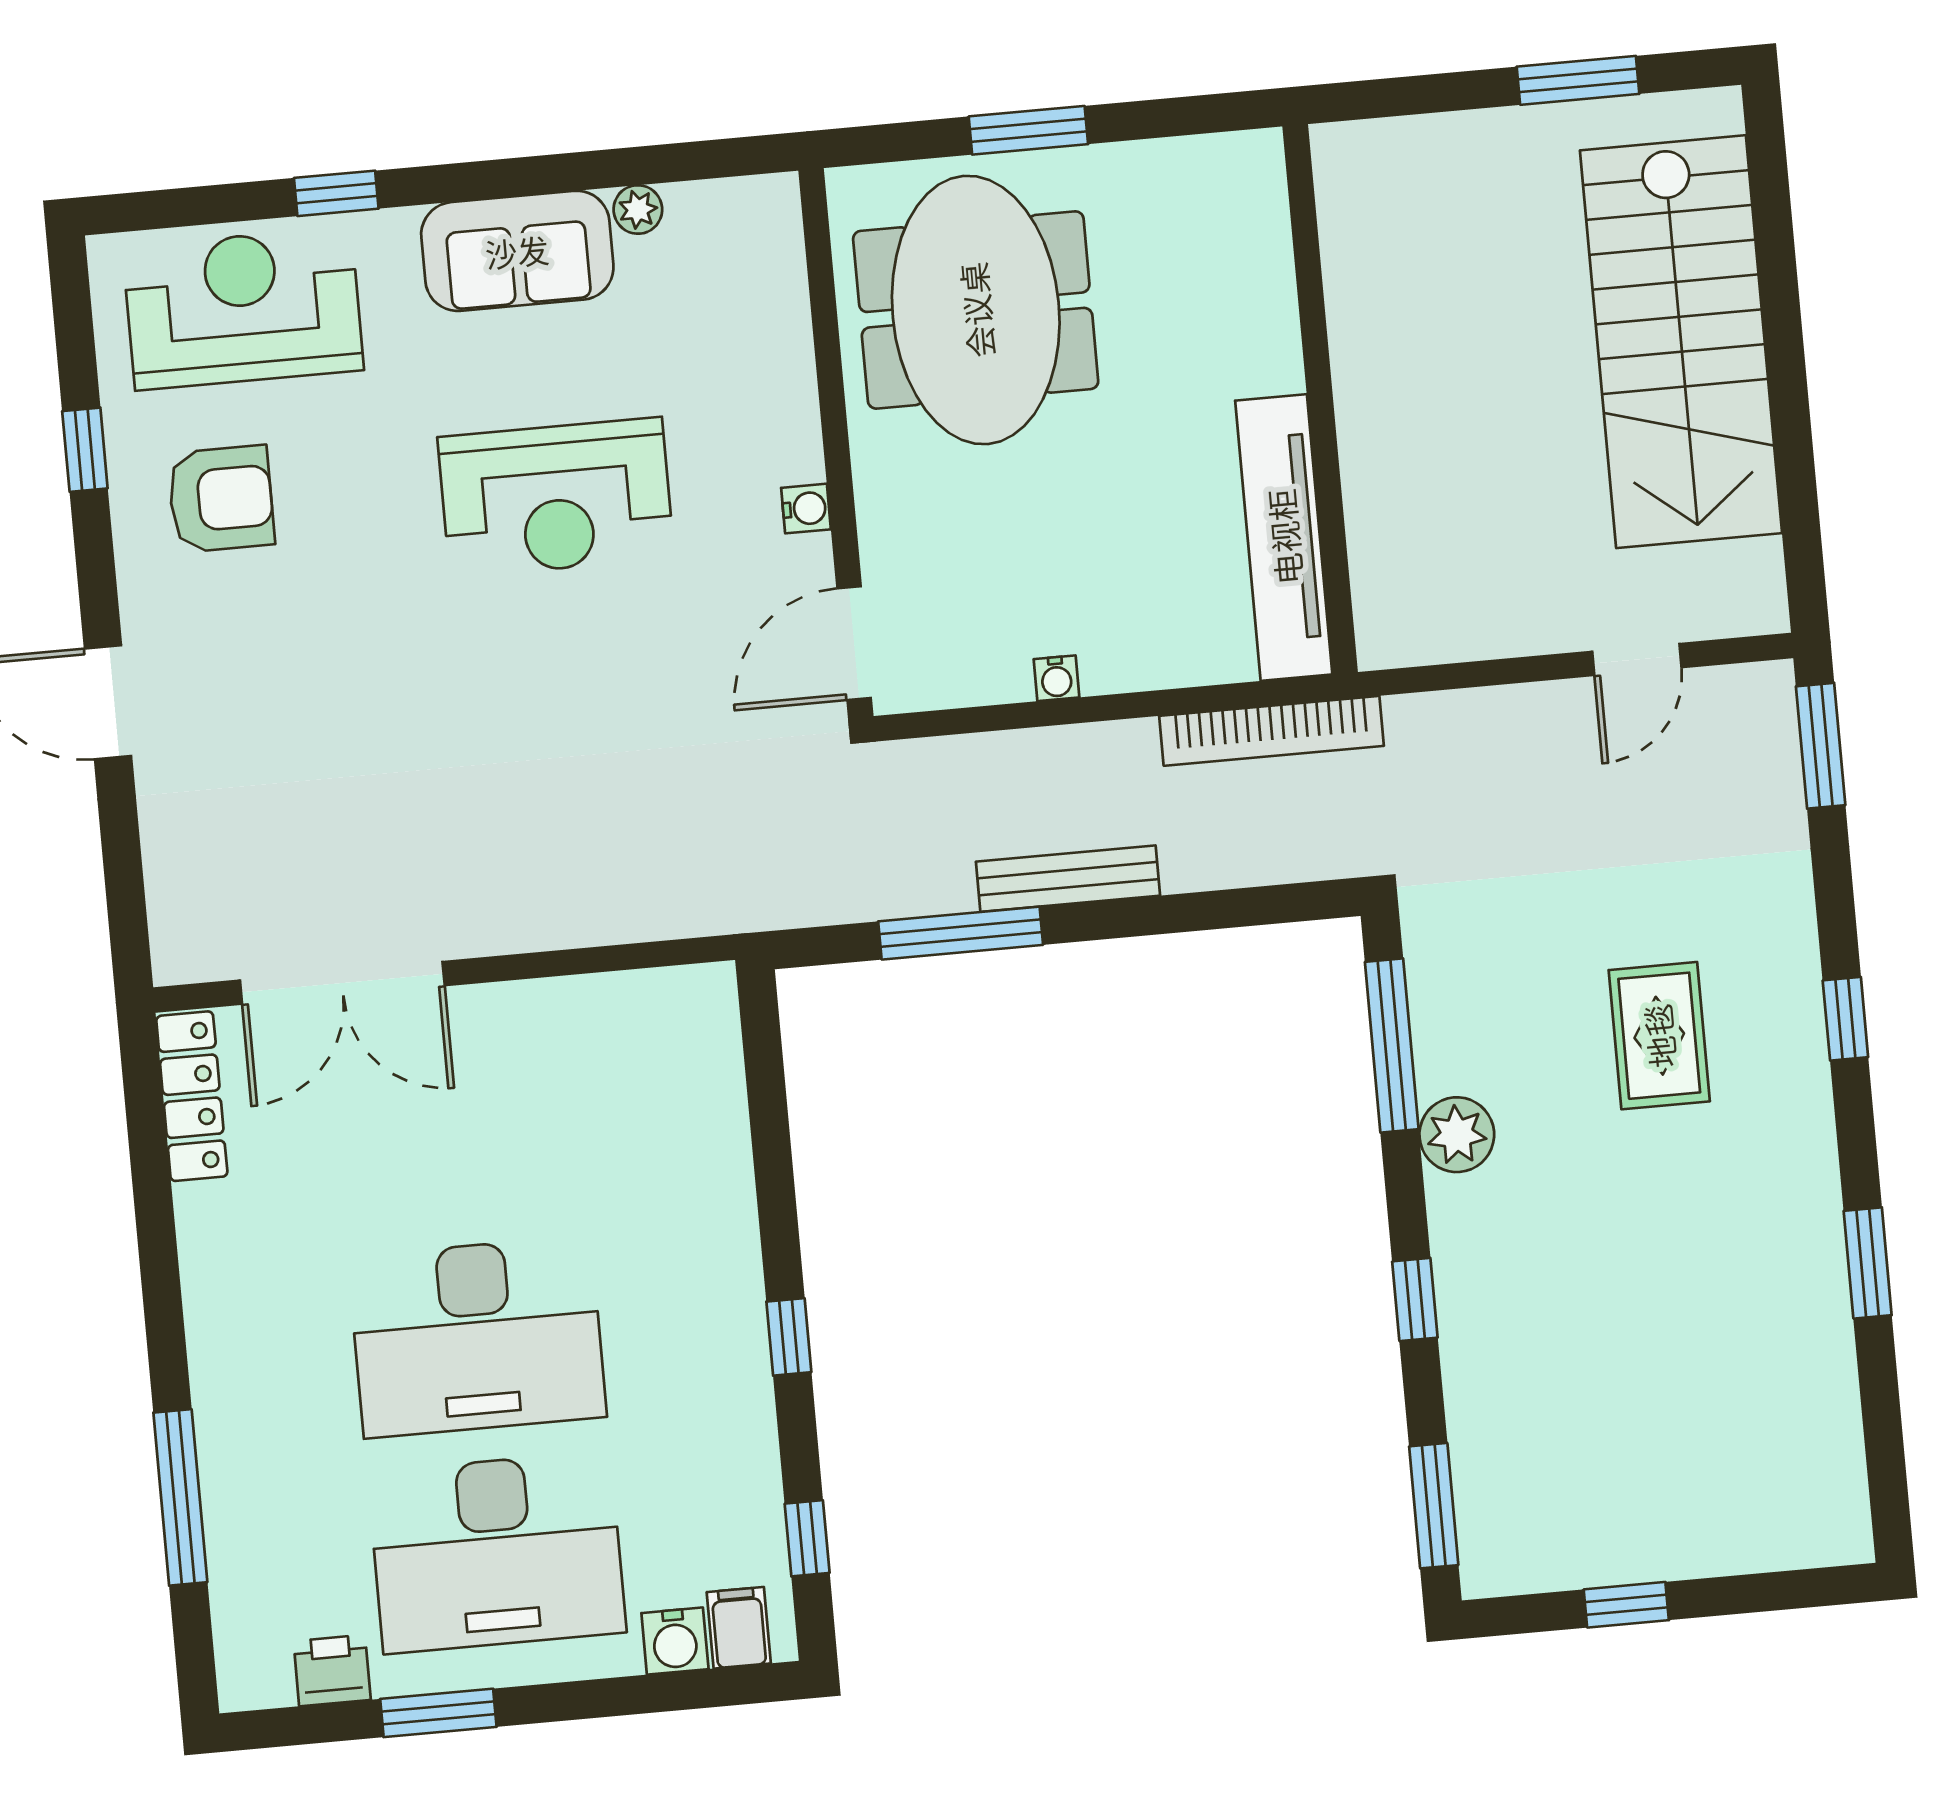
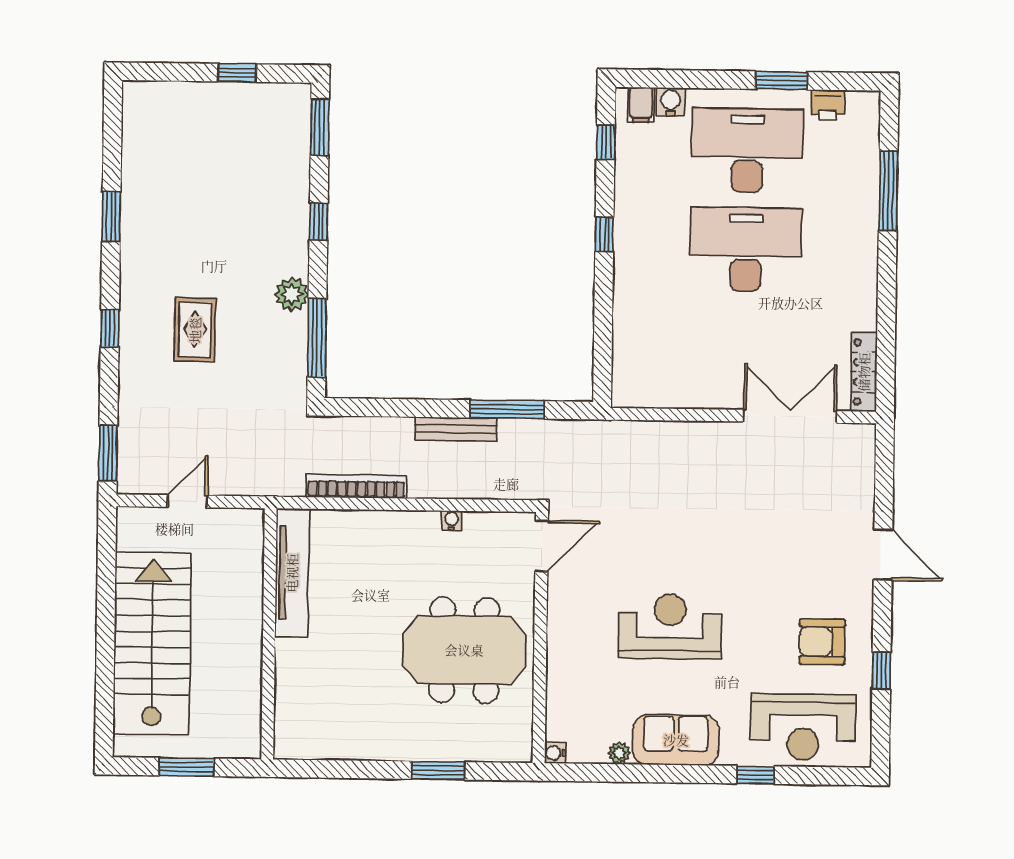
meeting table: (976, 310) -> (464, 650), moved, turned 90
wall: (1320, 399) -> (269, 634), moved
water cooler: (806, 509) -> (555, 753), moved
tv unit: (1284, 537) -> (292, 573), moved

